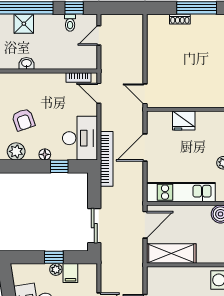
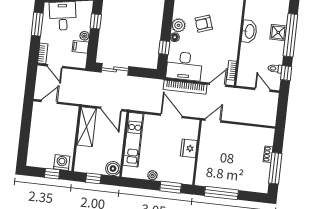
washbasin: (26, 63) -> (249, 31), width x1.91, depth x1.45
plant: (16, 151) -> (178, 25), moved
bookcase: (107, 159) -> (185, 87), moved
window: (54, 257) -> (96, 21), moved

